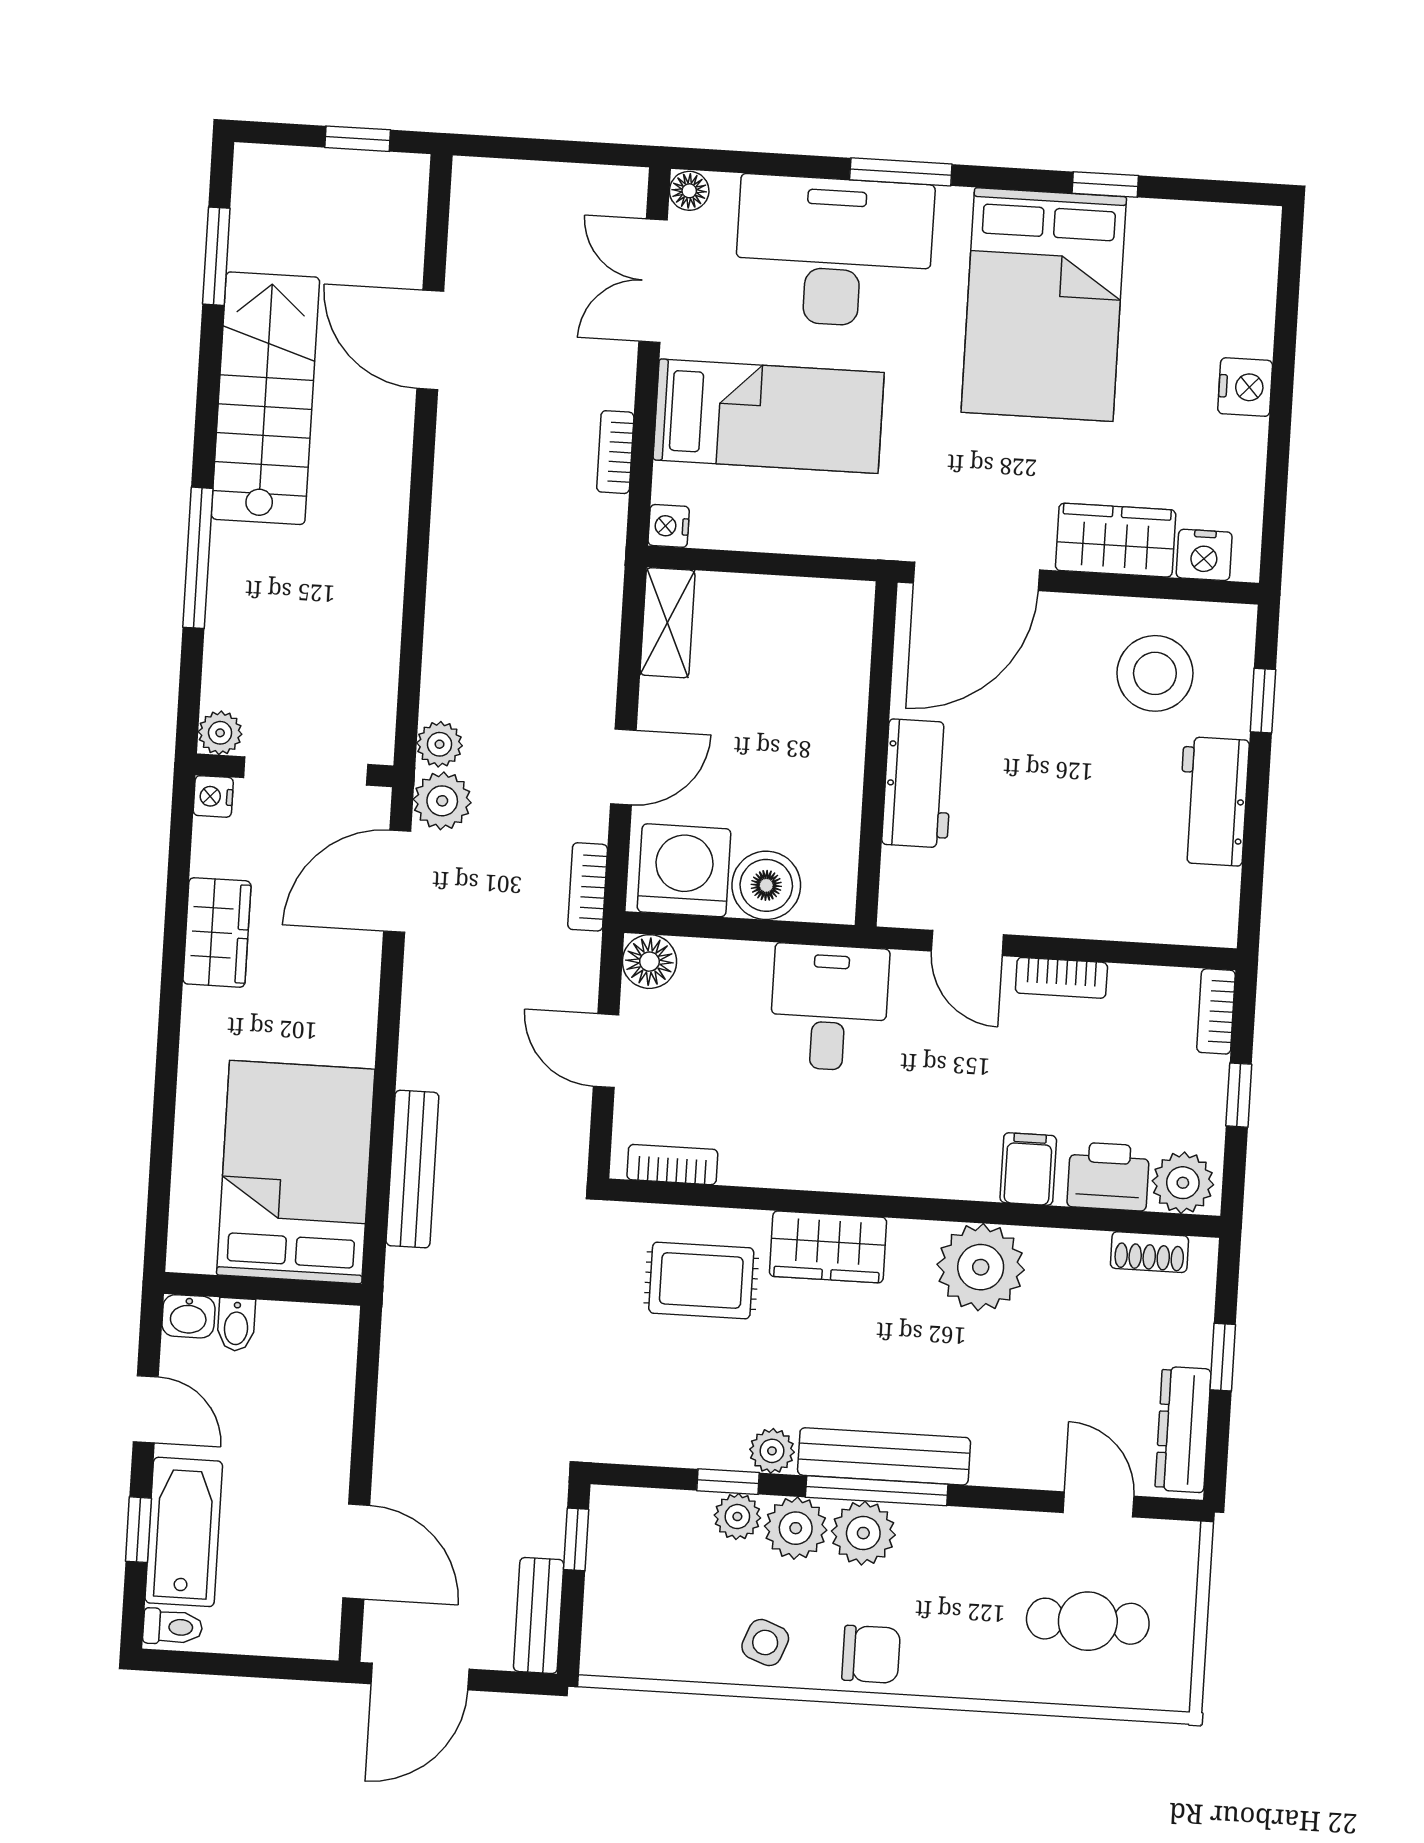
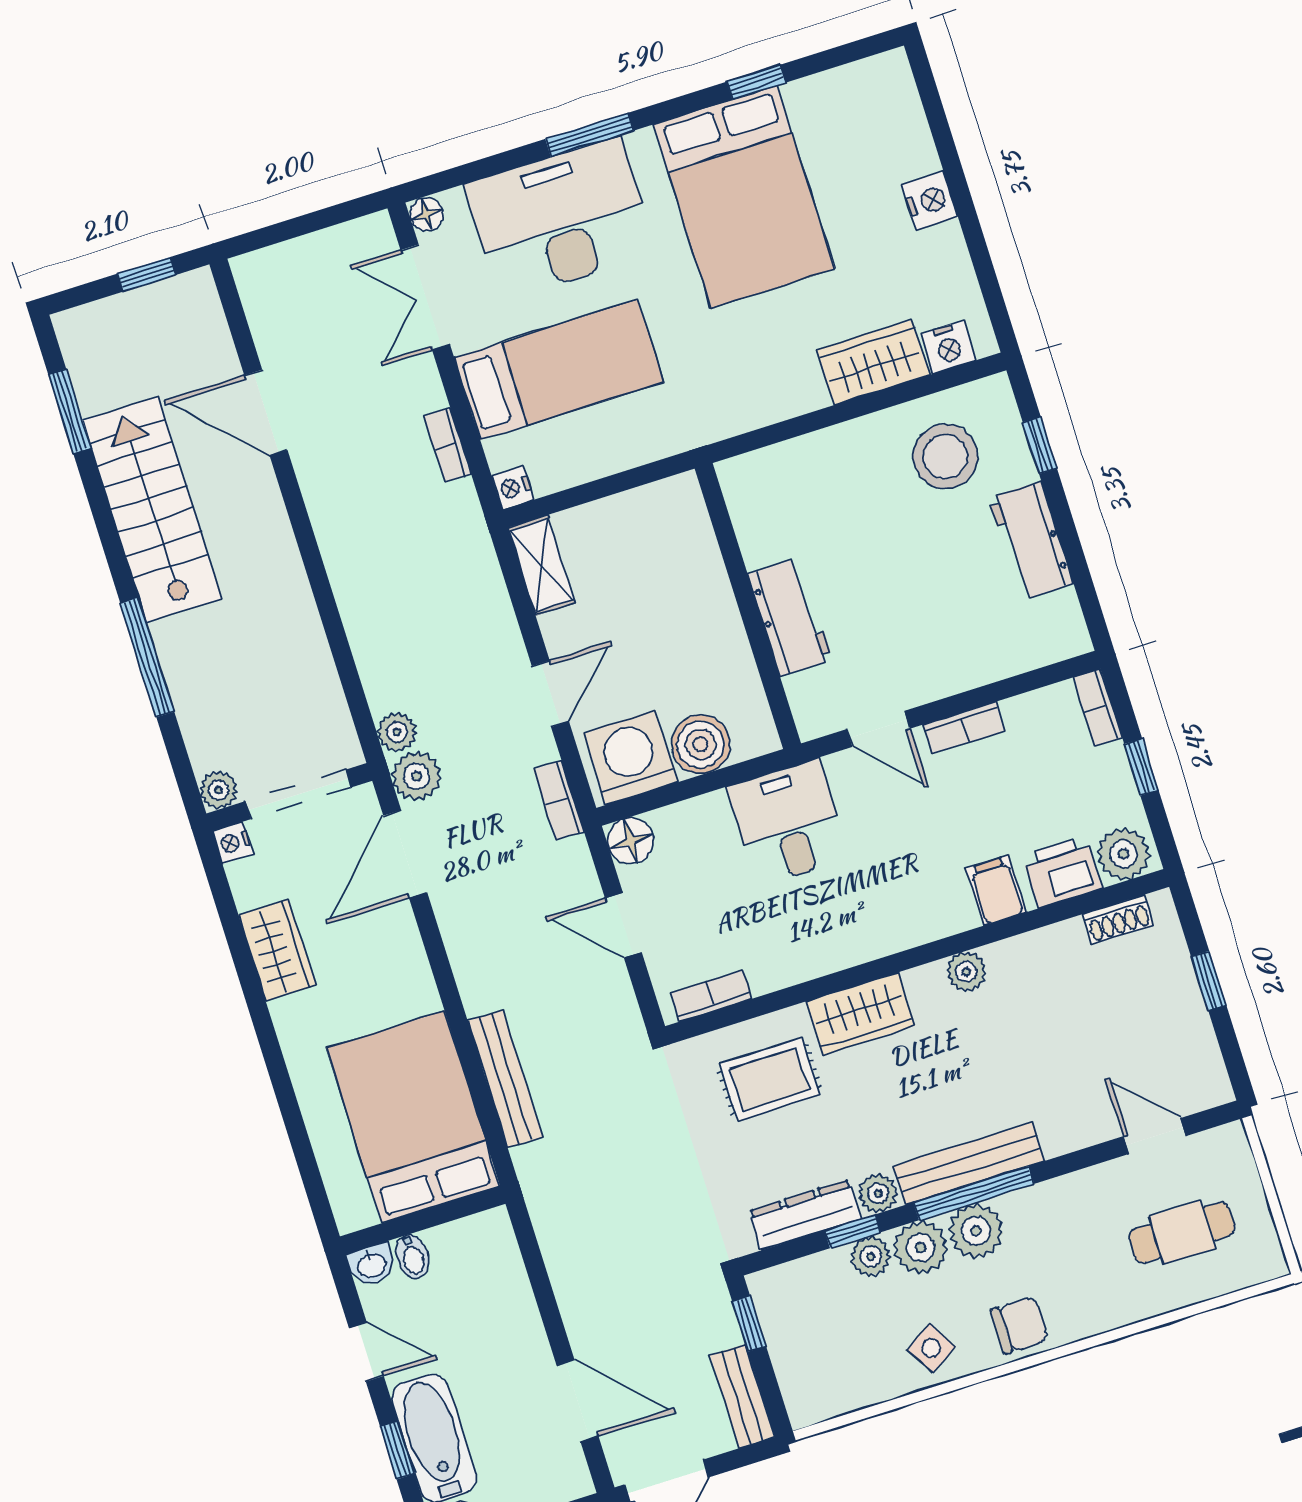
door: (976, 576) -> (773, 434), removed
plant: (981, 1267) -> (966, 972), width x0.53, depth x0.53
dresser: (1183, 1430) -> (805, 1215), moved, turned 90
side table: (765, 1643) -> (931, 1348), turned 38

